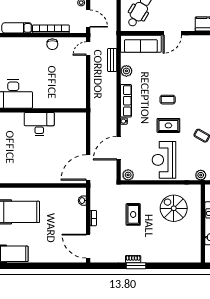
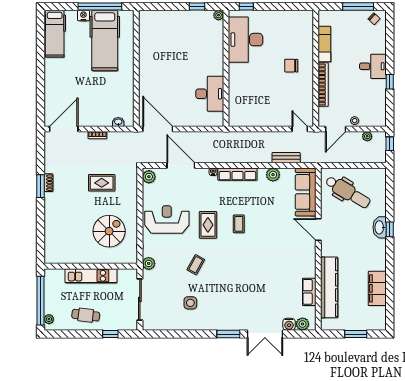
chair: (52, 44) -> (291, 66), moved
desk: (39, 124) -> (210, 94), moved

